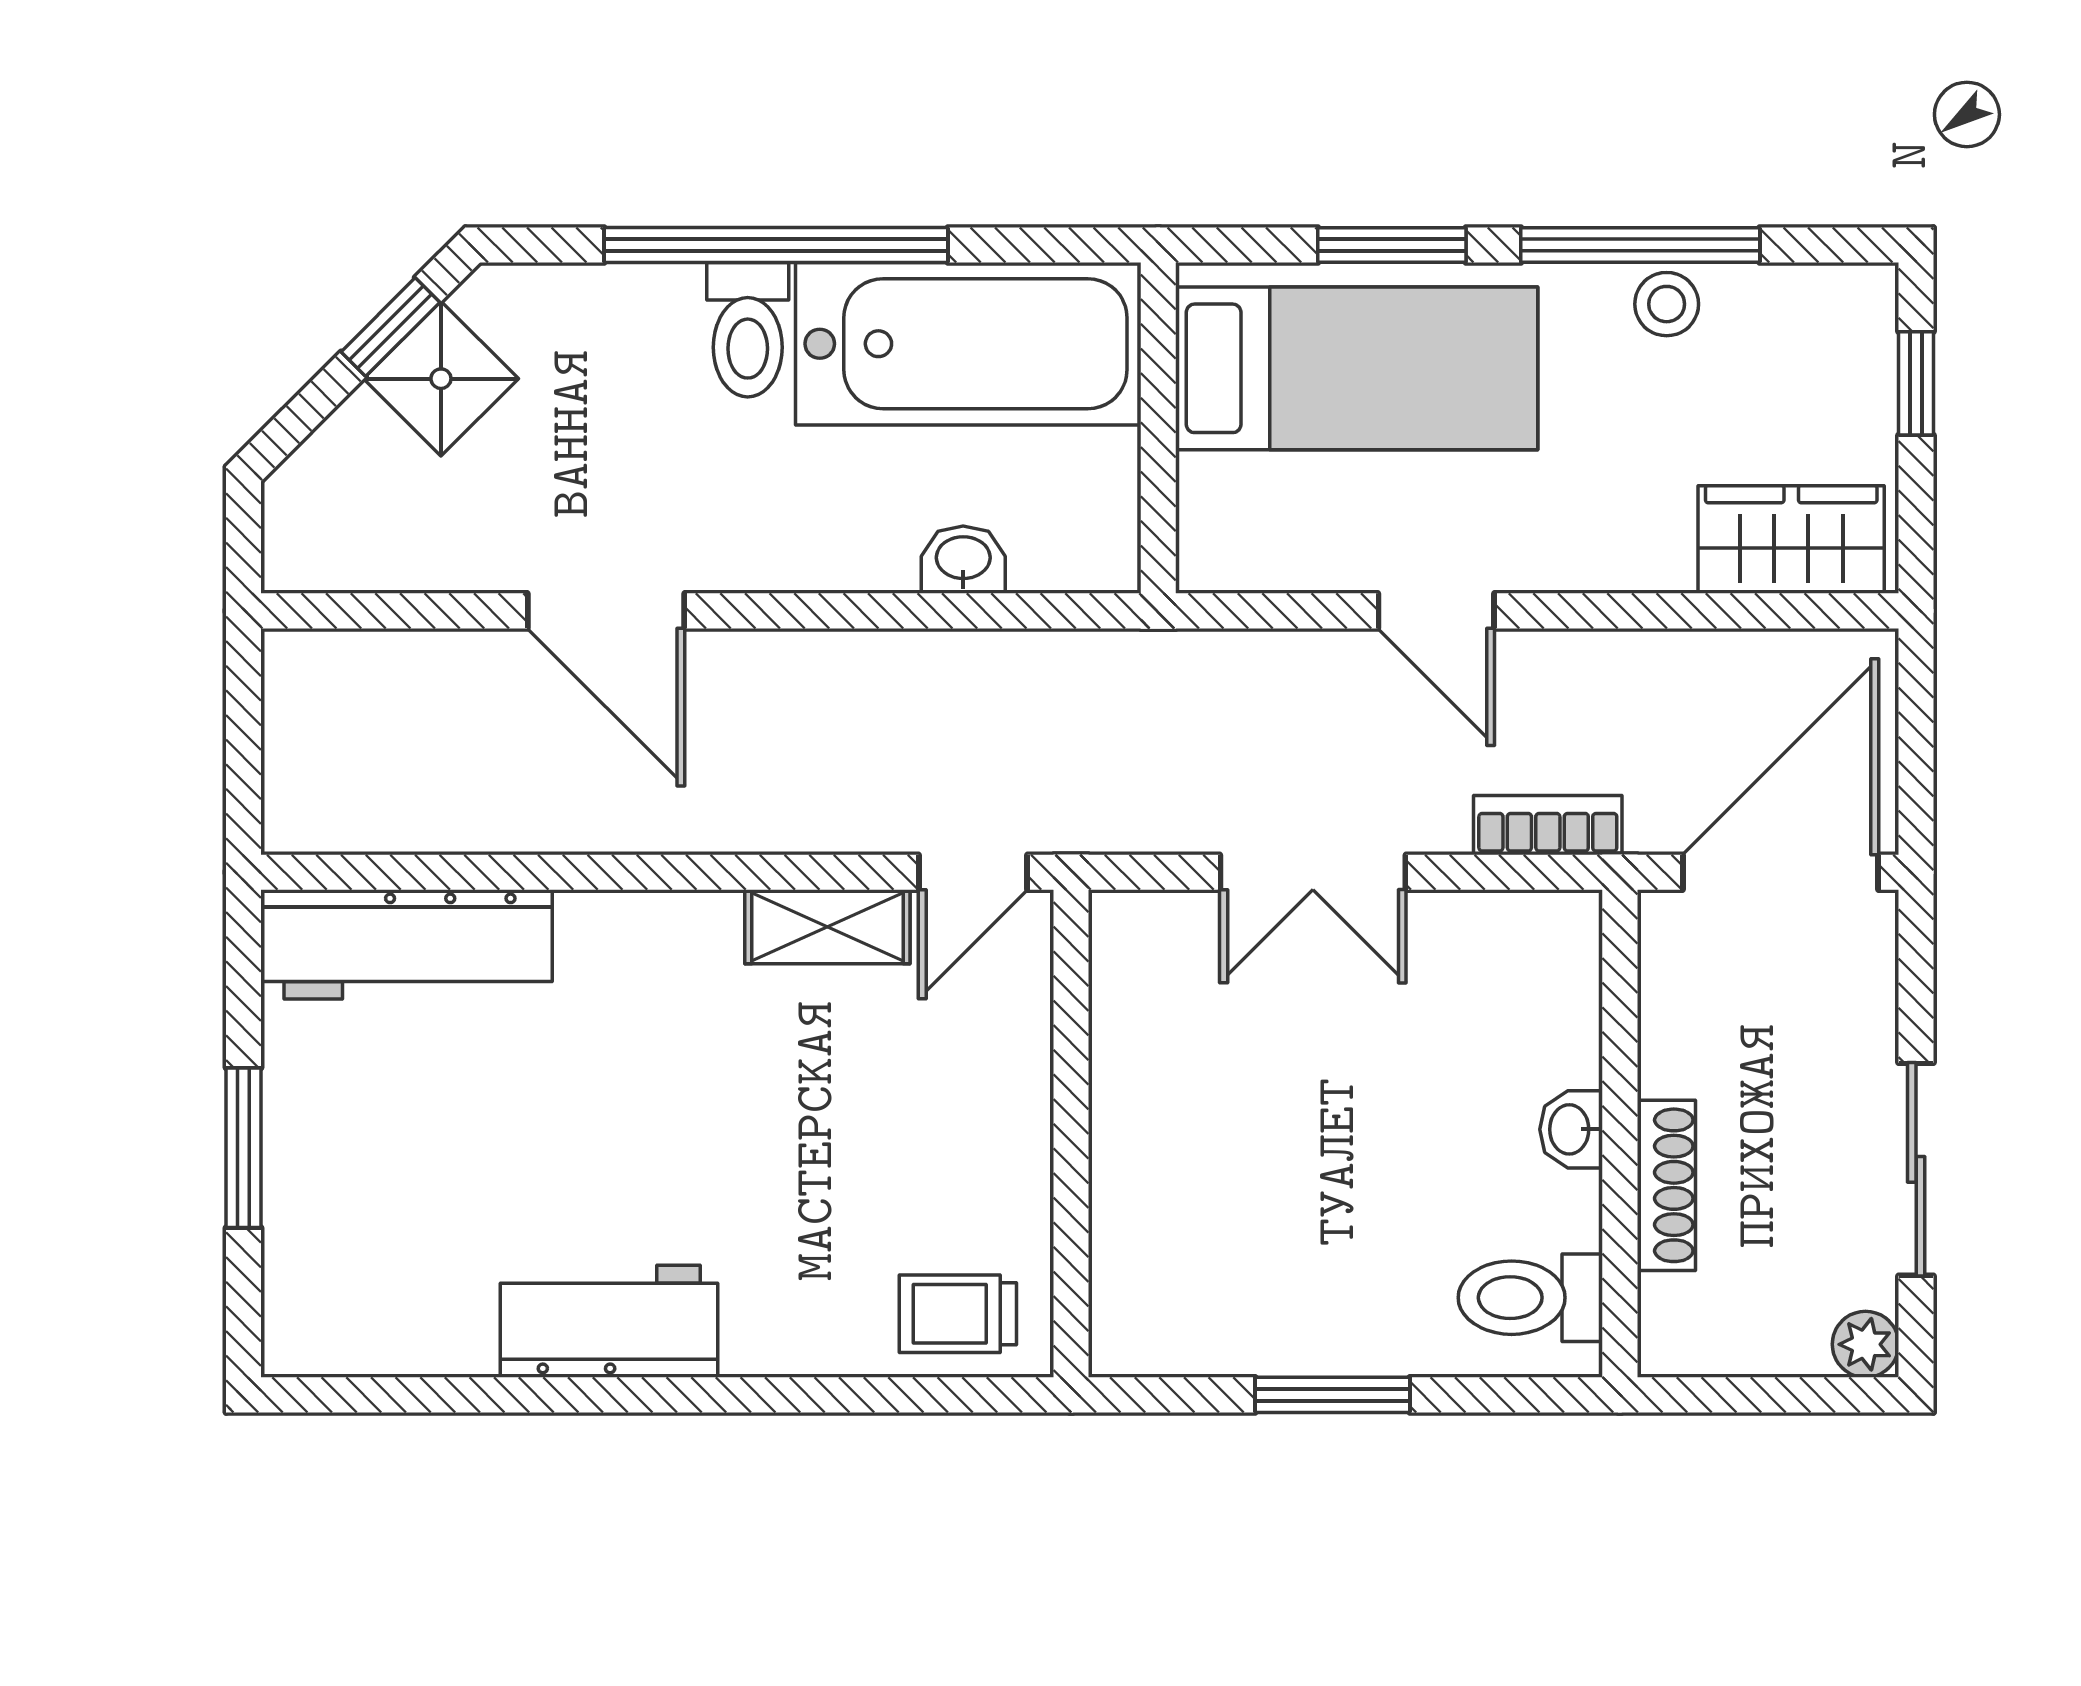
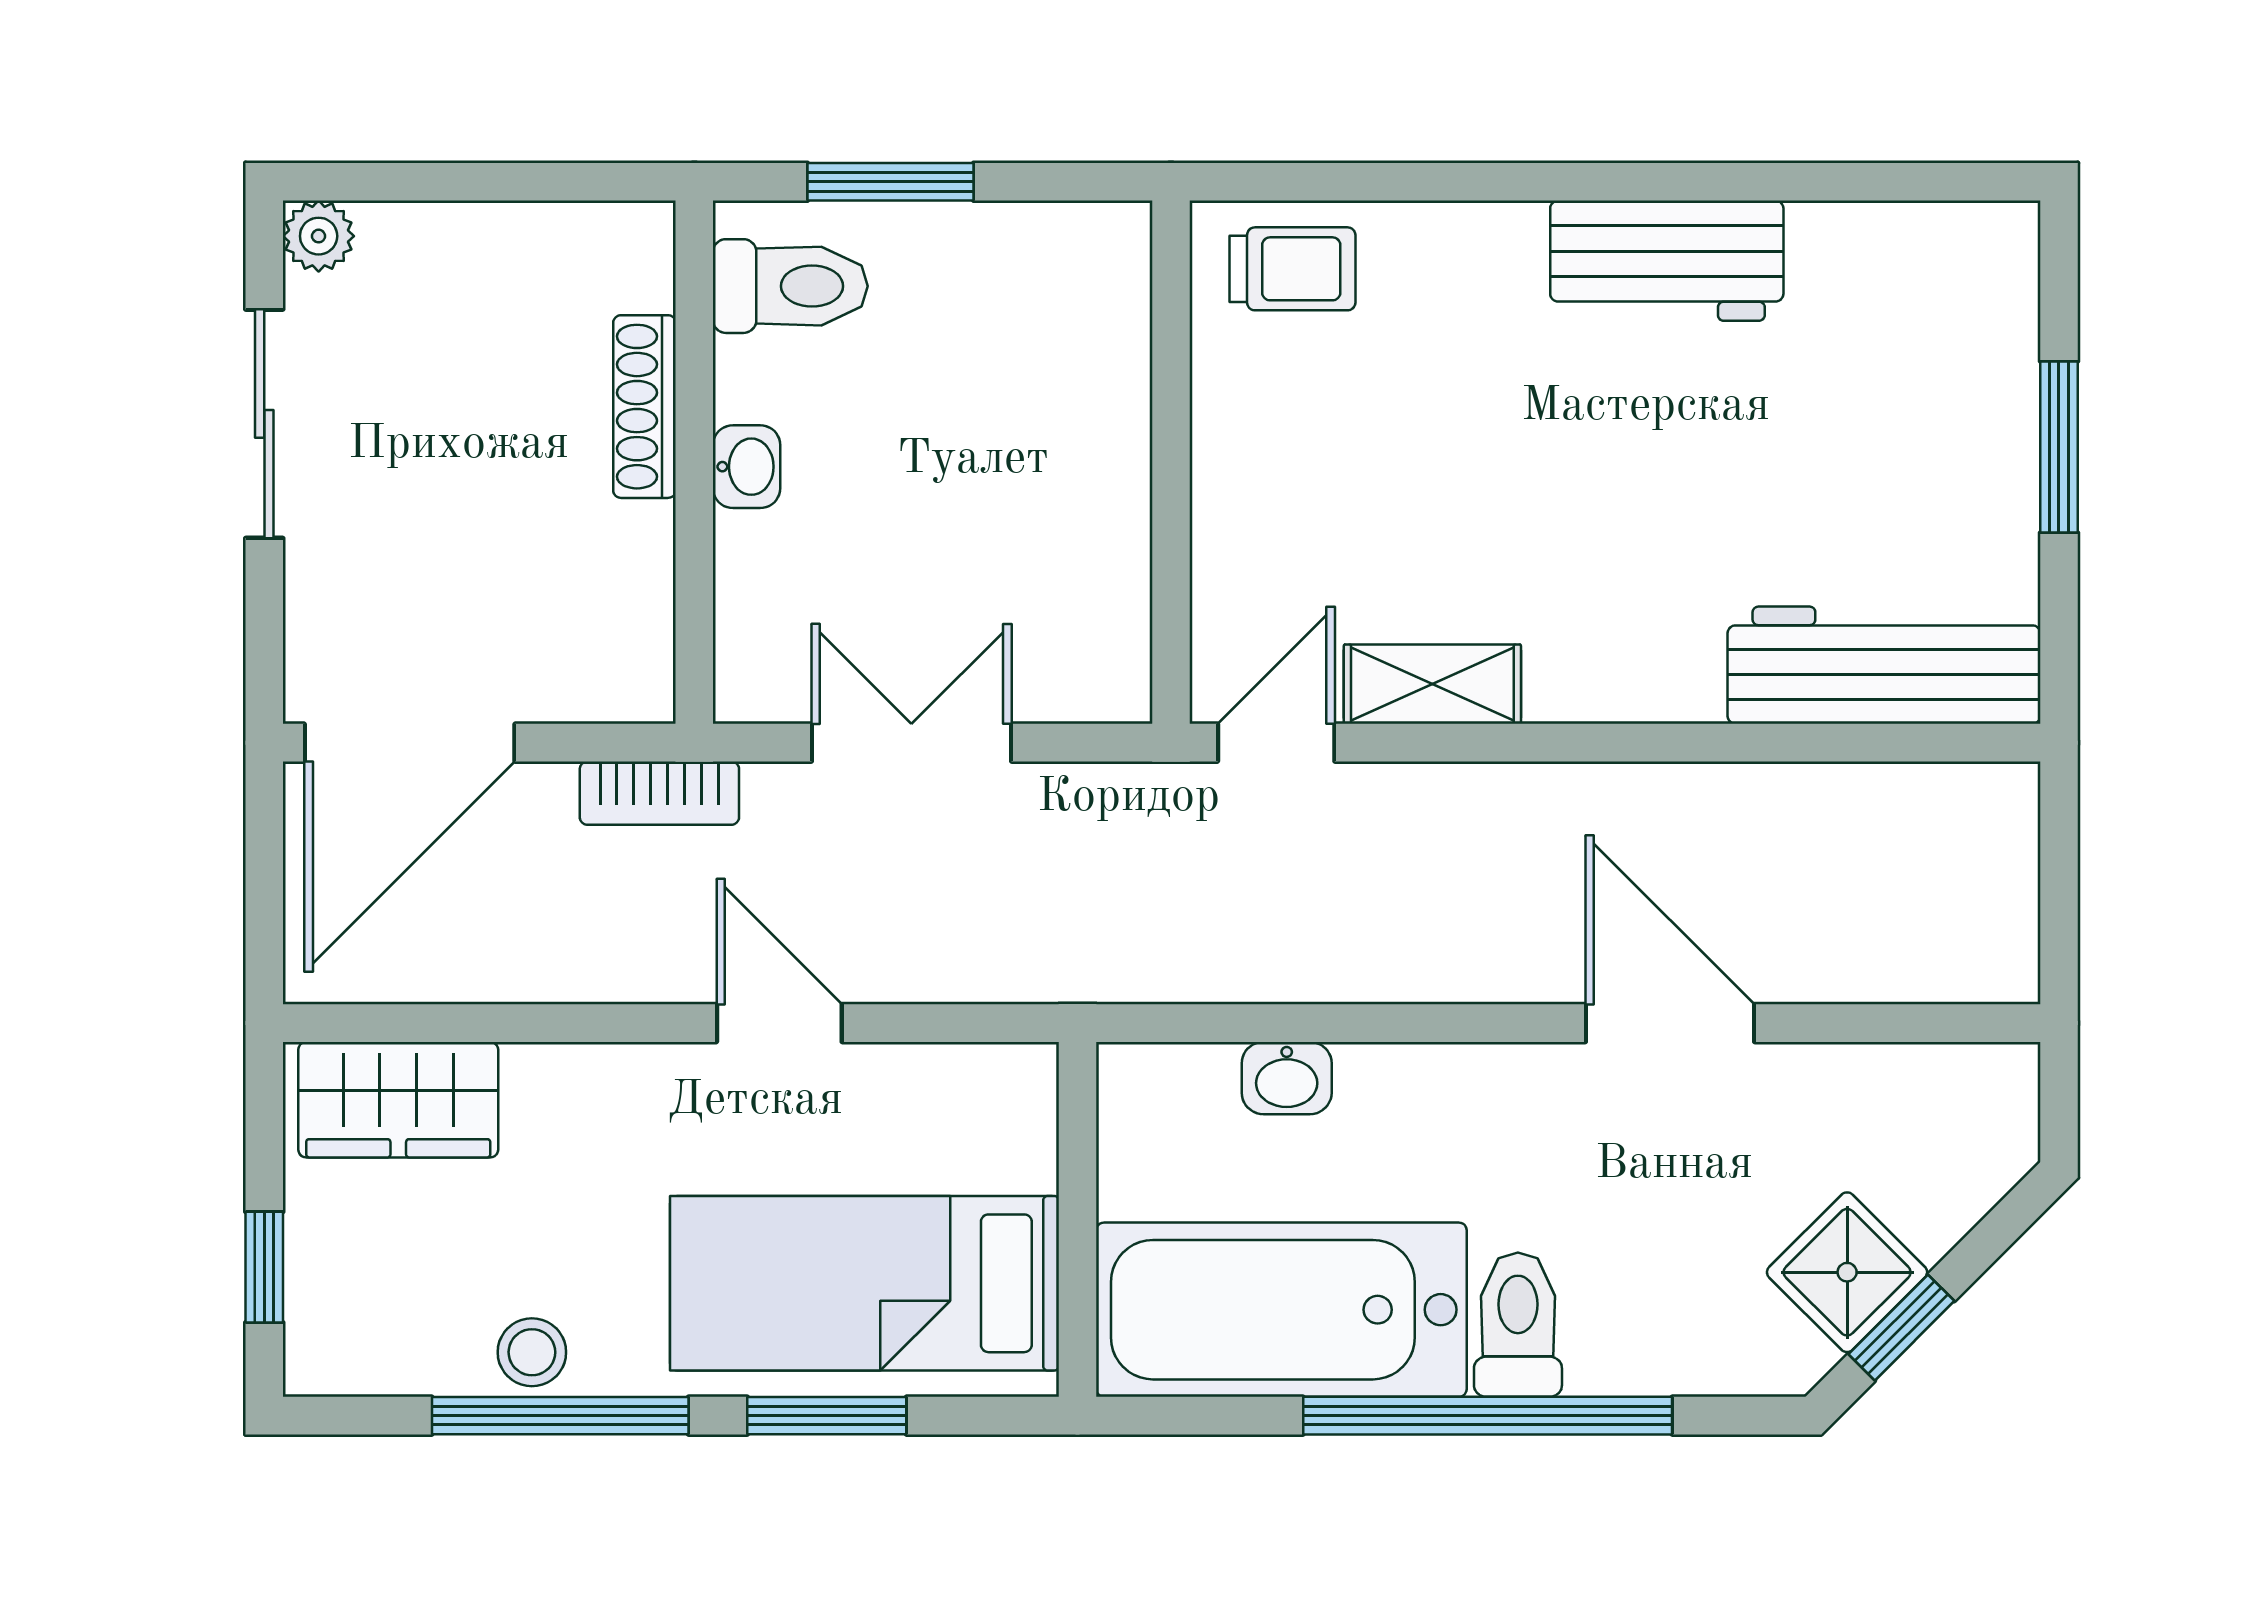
washbasin: (1571, 1129) -> (747, 467), moved
wall: (1620, 1134) -> (694, 462), moved
shoe rack: (1666, 1185) -> (644, 407), moved
toilet: (1530, 1298) -> (790, 286), moved

